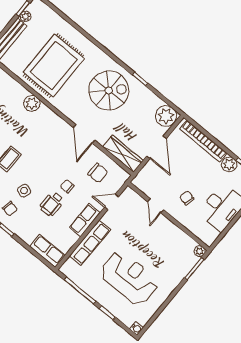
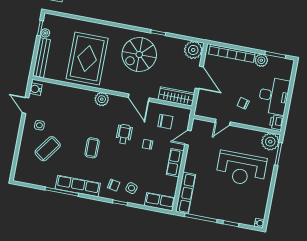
spiral stairs: (109, 91) -> (139, 54), turned 180
plant: (32, 103) -> (102, 99), moved
side table: (24, 191) -> (131, 188), moved
wheelchair: (52, 204) -> (124, 134), moved, turned 180
door: (156, 206) -> (223, 122), hinge flipped
printer: (210, 236) -> (277, 122), added
row of seats: (90, 243) -> (186, 193), moved
plant: (200, 251) -> (270, 142), width x1.88, depth x1.88
reception desk: (129, 278) -> (241, 169), moved, turned 180

